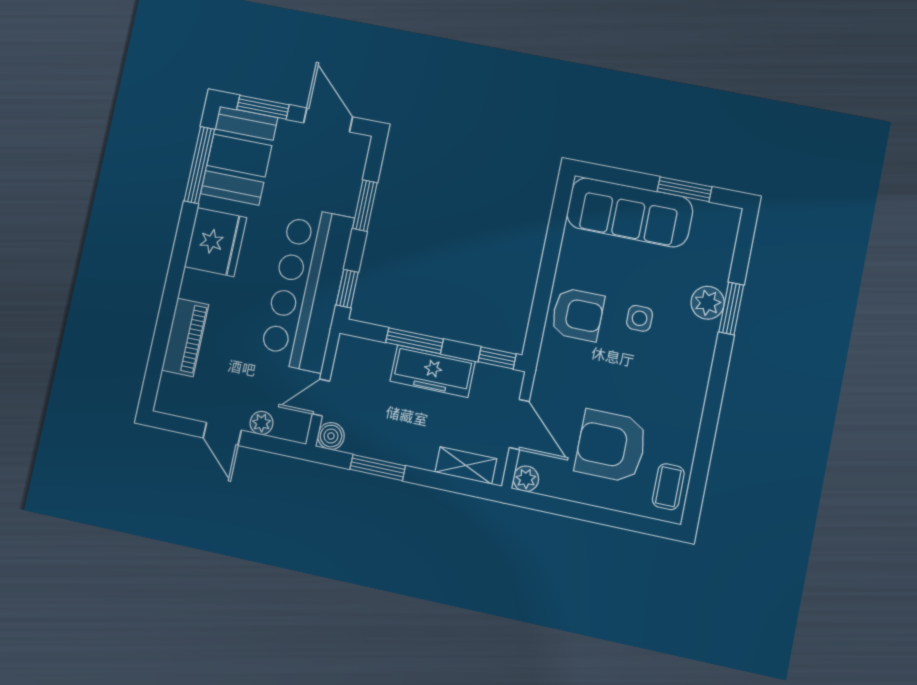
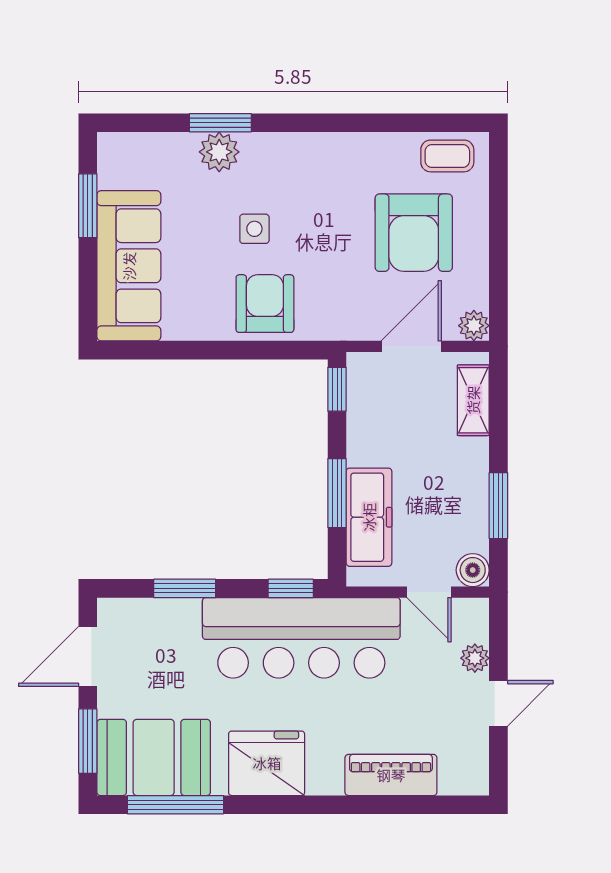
freezer: (433, 371) -> (369, 517), moved

